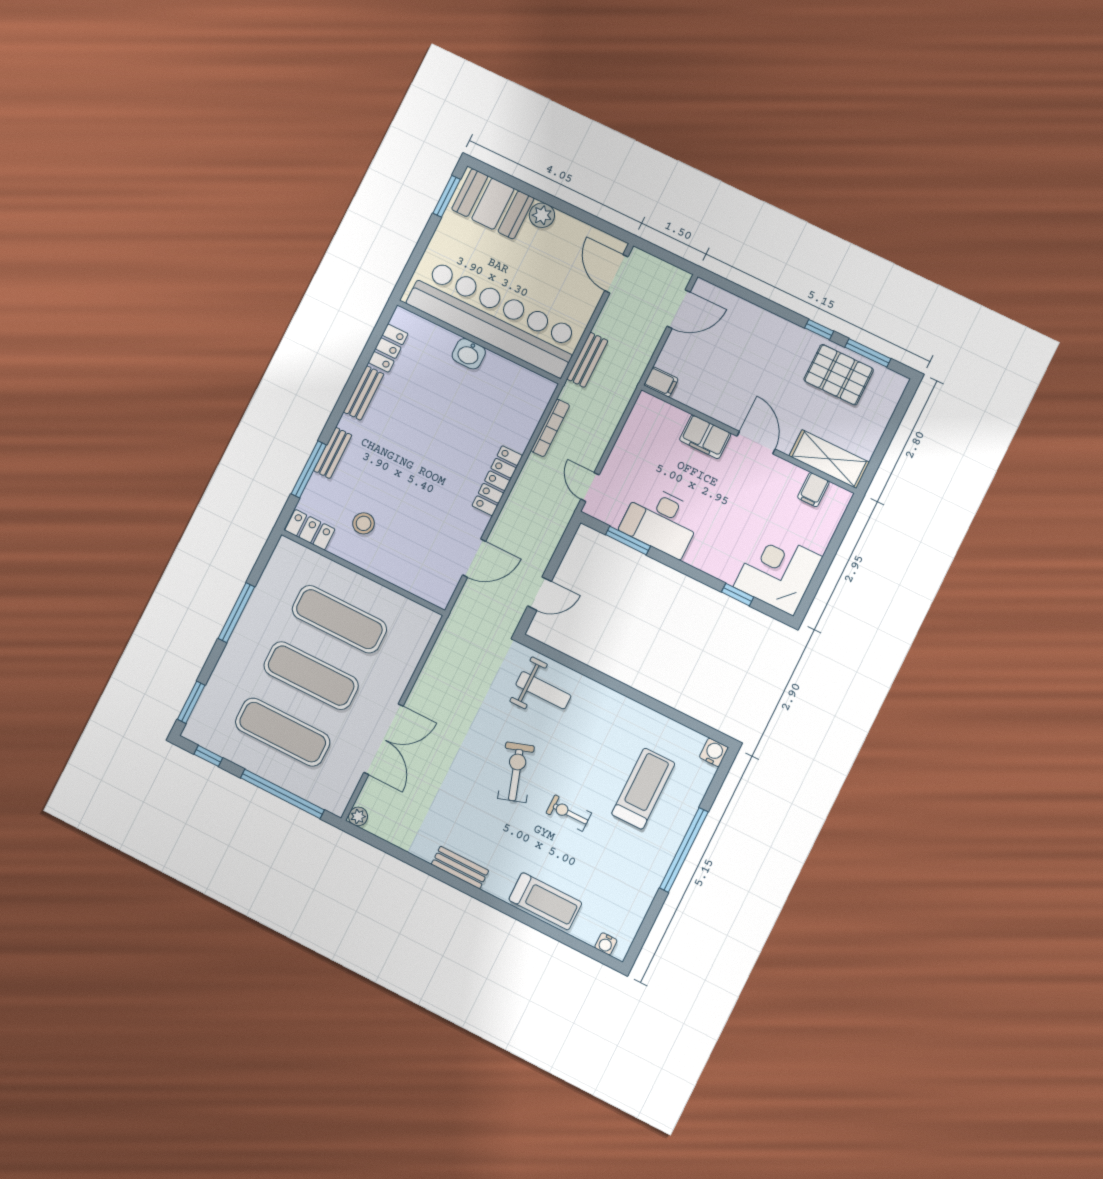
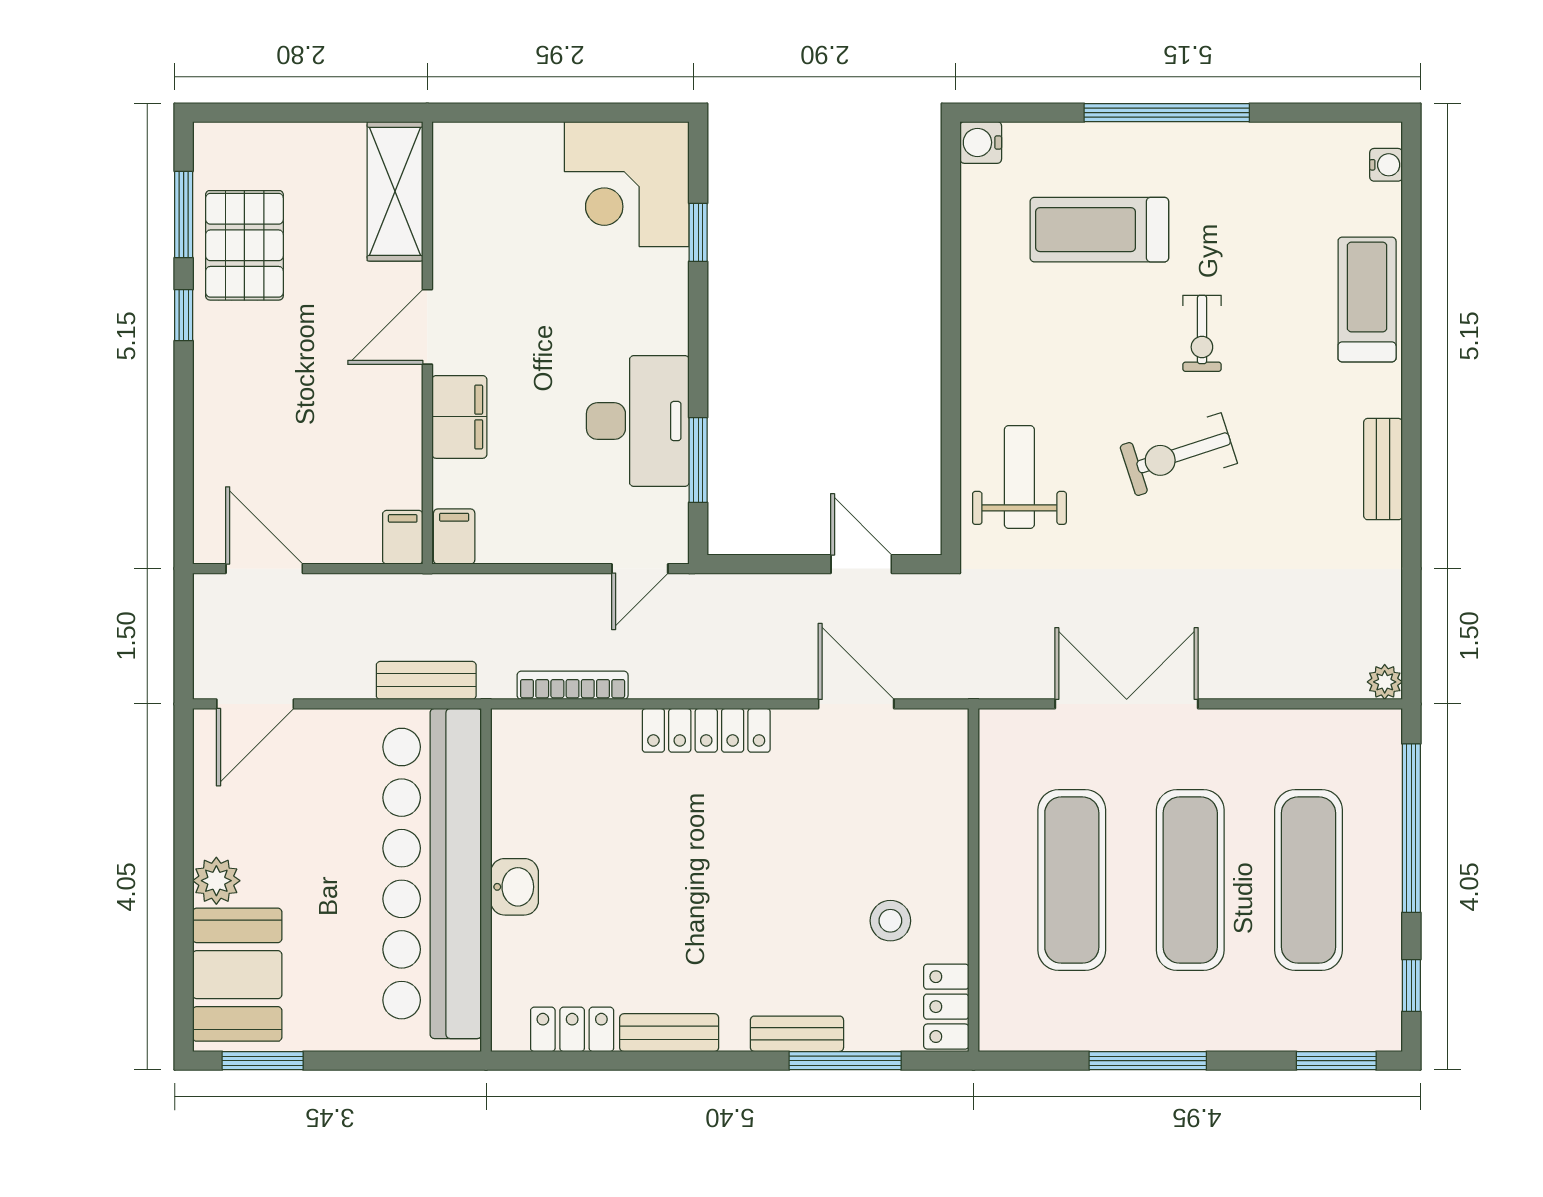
filing cabinet: (813, 490) -> (454, 537), moved, turned -90
double door: (383, 739) -> (1127, 704), moved

